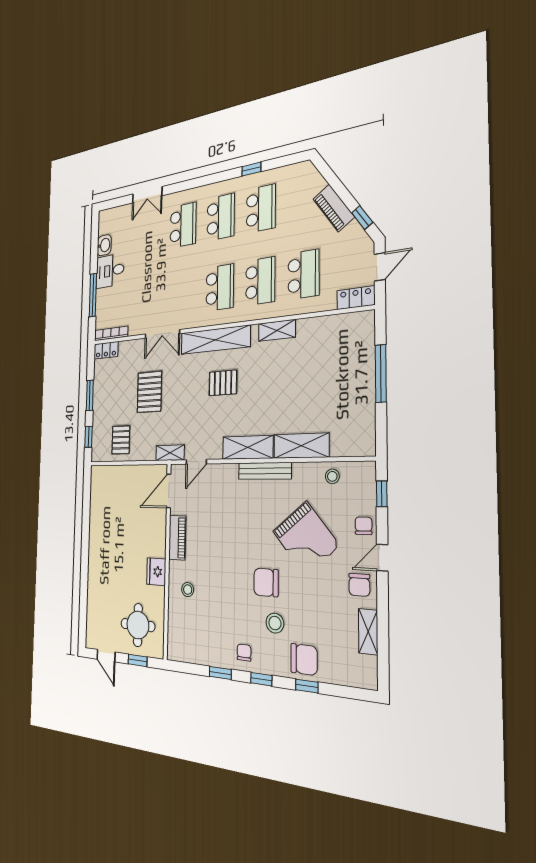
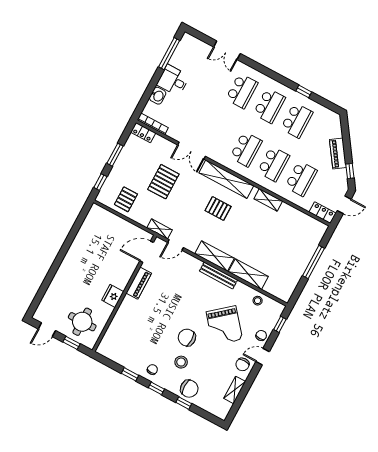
washbasin: (104, 245) -> (158, 96), moved
window: (93, 295) -> (169, 54), moved
stool: (188, 590) -> (131, 317), removed
door: (106, 656) -> (47, 330), hinge flipped

